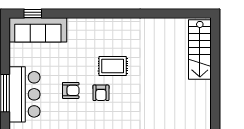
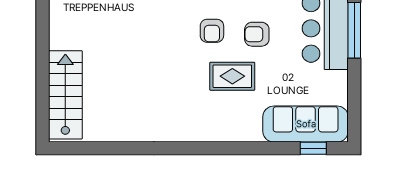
rug: (113, 66) -> (232, 76), moved
armchair: (101, 93) -> (212, 31), turned 180

